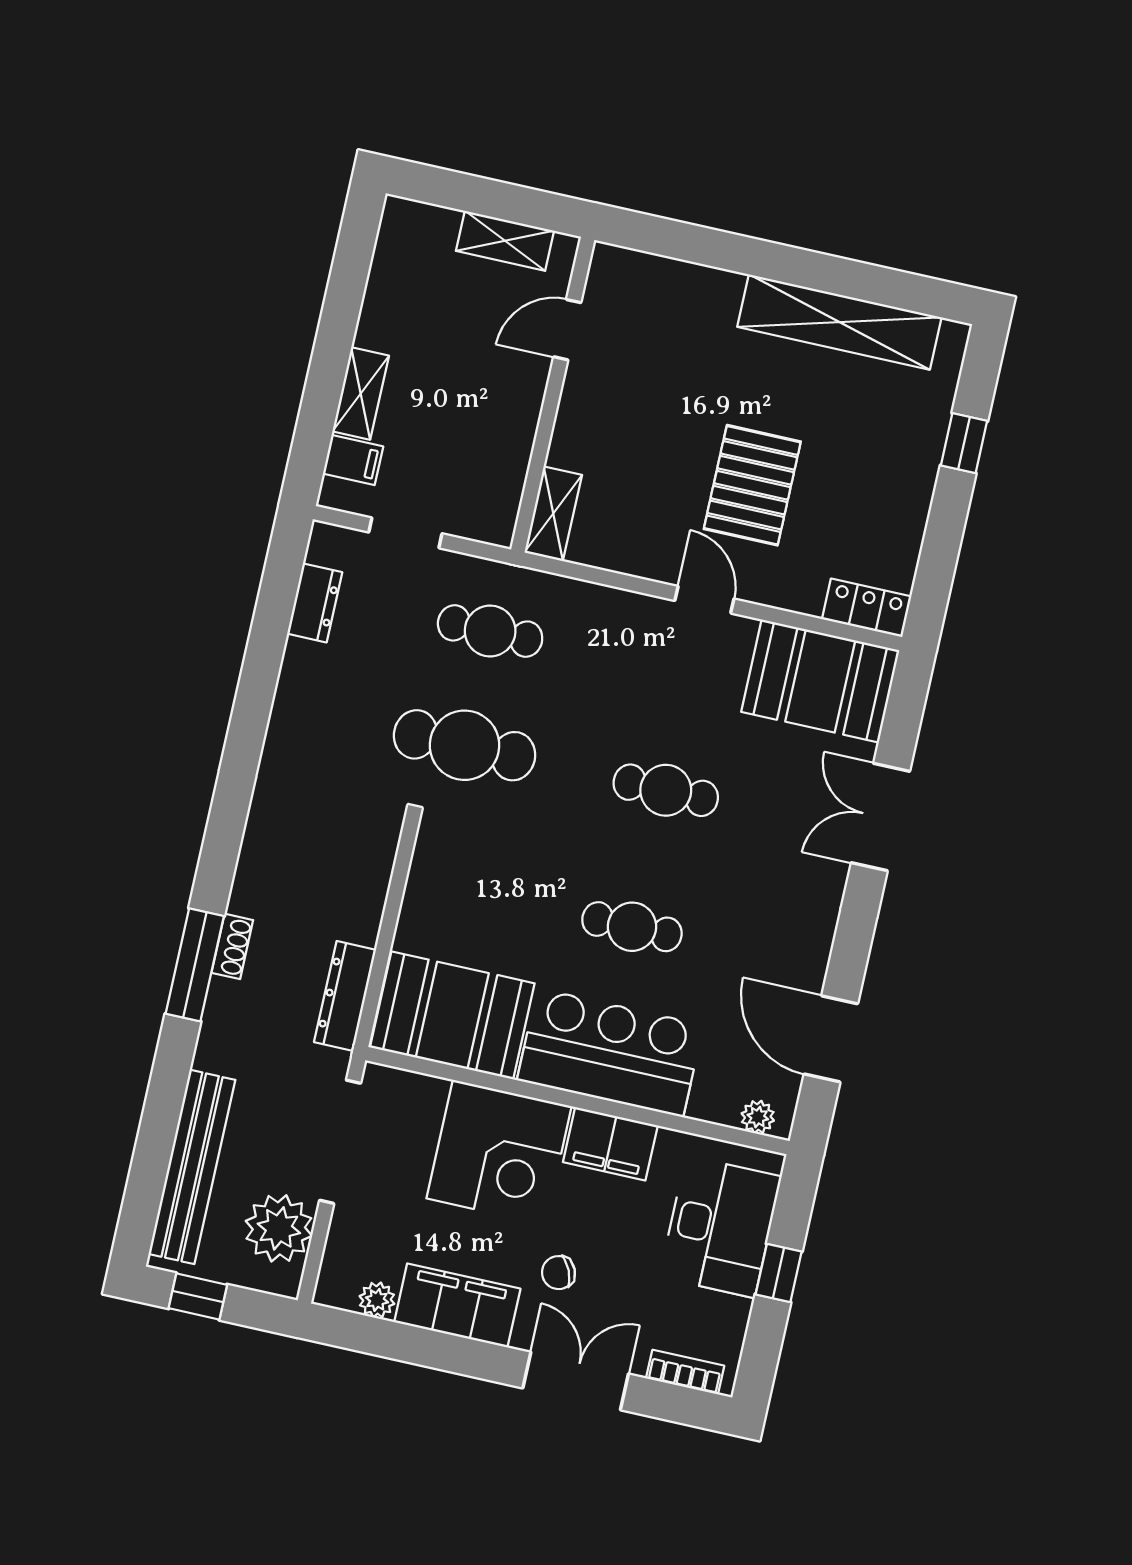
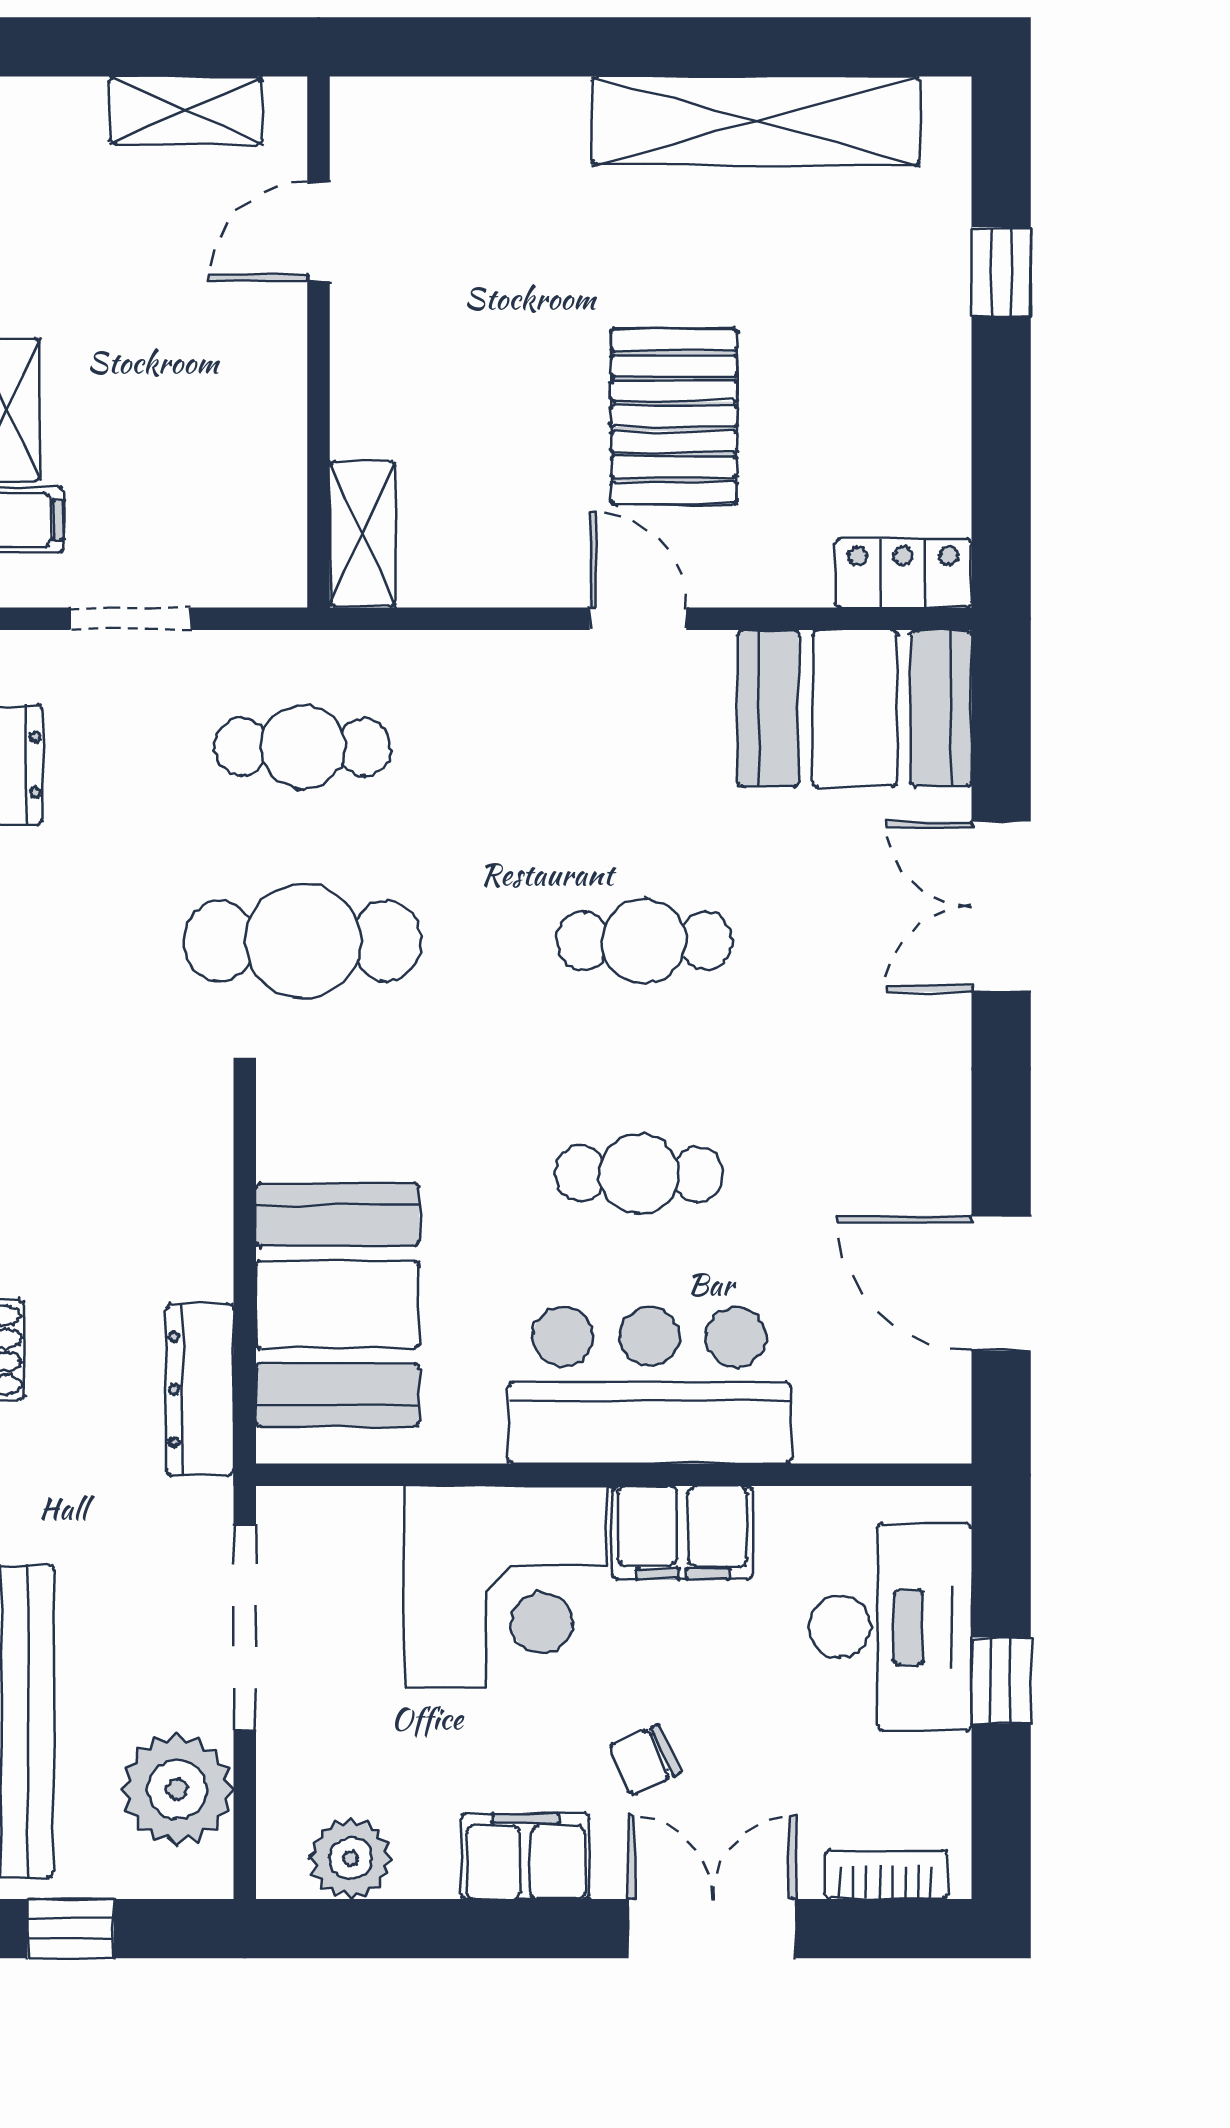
booth: (452, 1015) -> (337, 1305), moved, turned 90
plant: (758, 1117) -> (911, 1436), removed
plant: (377, 1300) -> (350, 1858), width x1.38, depth x1.38
filing cabinet: (457, 1305) -> (526, 1856), width x0.67, depth x0.86

